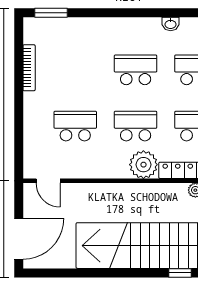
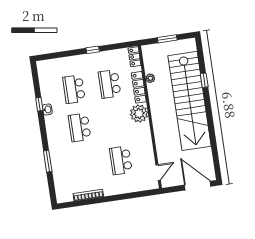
window: (51, 13) -> (48, 161), moved
window: (181, 13) -> (39, 104), added
school desk: (136, 126) -> (115, 122), removed

